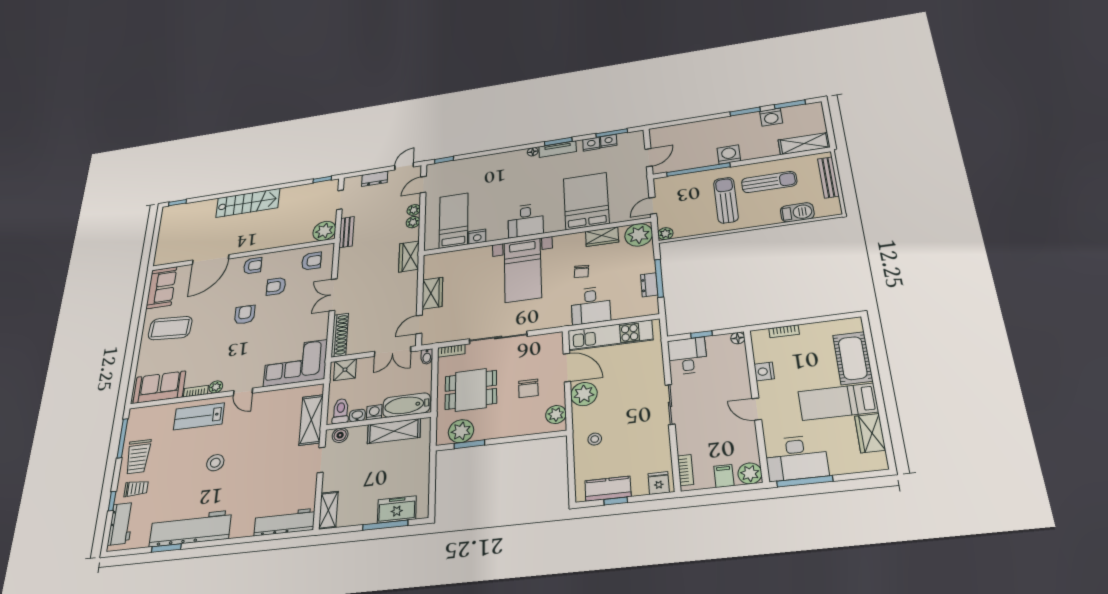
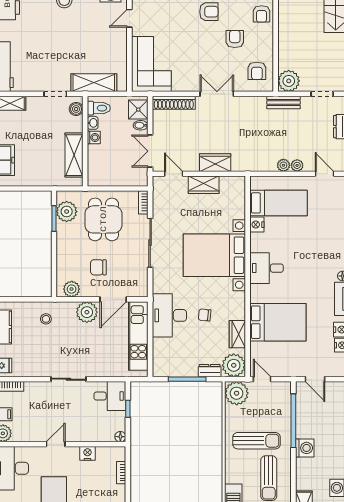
plant: (665, 234) -> (237, 393), width x1.88, depth x1.88
wardrobe: (409, 256) -> (215, 163), moved
bed with nightstands: (523, 270) -> (214, 255), width x1.36
dresser: (649, 285) -> (210, 371), moved
desk: (591, 305) -> (169, 315), width x1.37
bidet: (427, 357) -> (141, 125), moved
bathtub: (407, 405) -> (97, 165), removed

